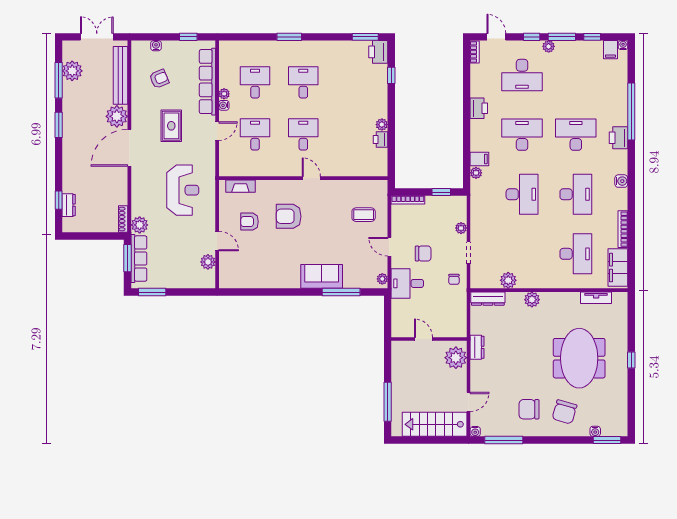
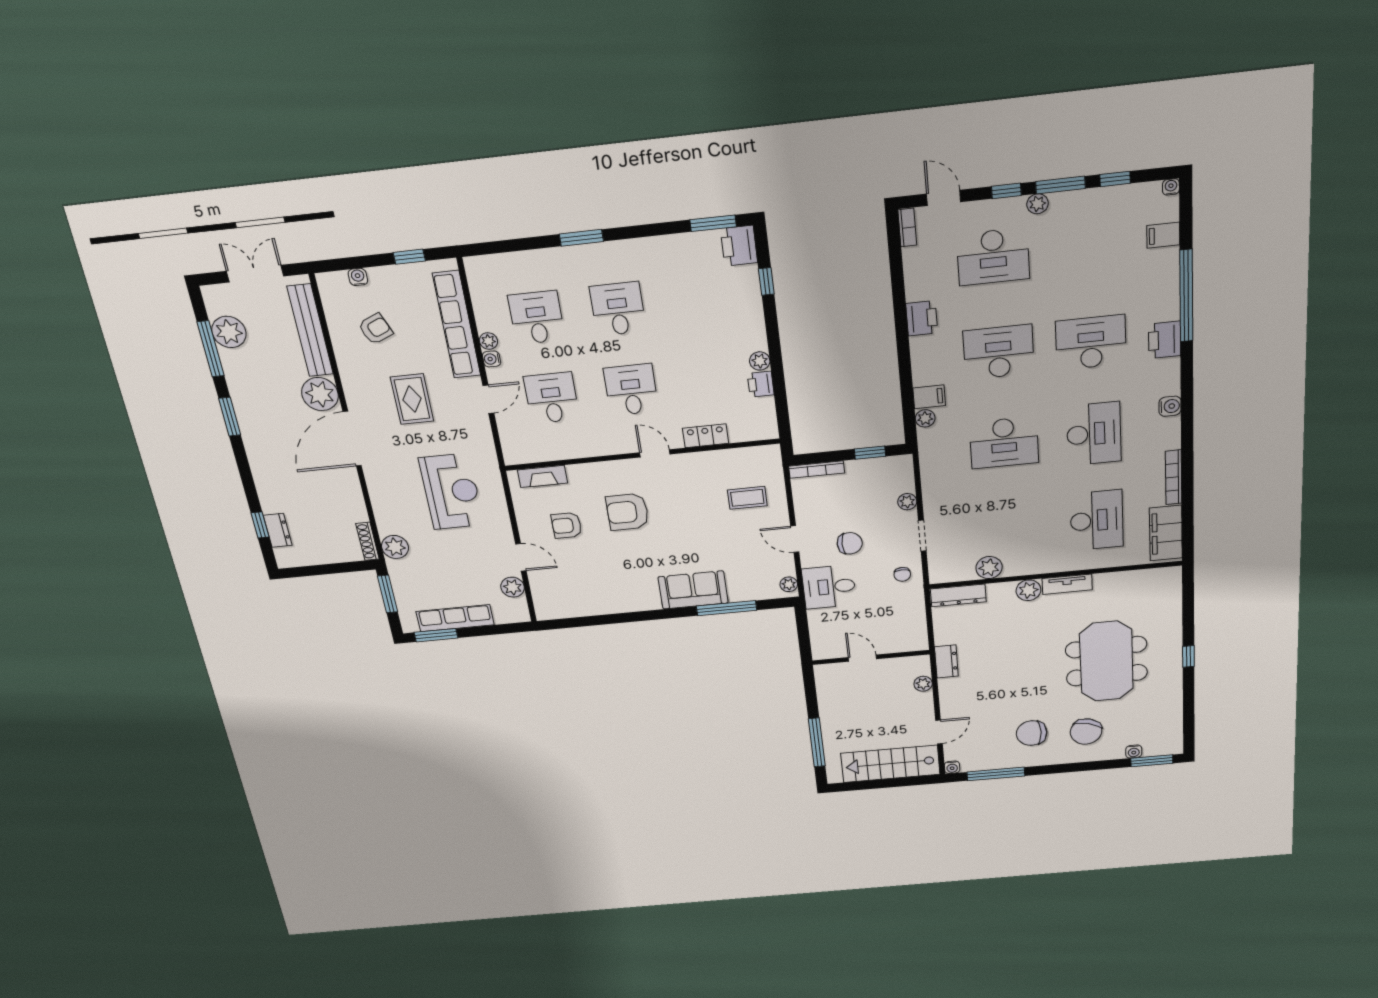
filing cabinet: (610, 50) -> (1163, 235), moved, turned 90
locker: (344, 170) -> (706, 436), added
desk: (522, 194) -> (1004, 443), turned 90
row of seats: (139, 259) -> (455, 618), moved, turned -90
tv unit: (596, 298) -> (1067, 584), moved
plant: (456, 358) -> (923, 684), width x0.53, depth x0.53

